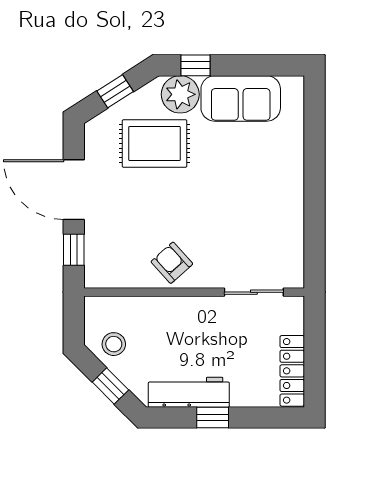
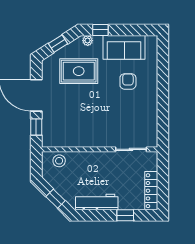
plant: (180, 94) -> (88, 41), width x0.53, depth x0.53
armchair: (172, 263) -> (128, 81), moved, turned 42
stool: (114, 344) -> (59, 161), moved
window: (213, 418) -> (125, 215), moved

